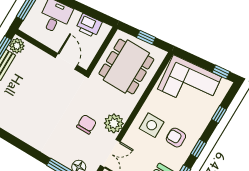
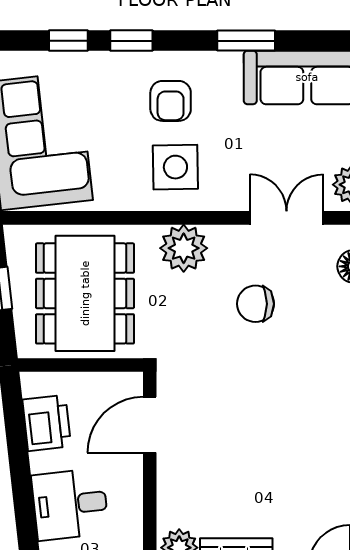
dining table: (126, 67) -> (85, 293), turned 90
plant: (114, 123) -> (184, 248), moved
window: (198, 148) -> (131, 41), moved

